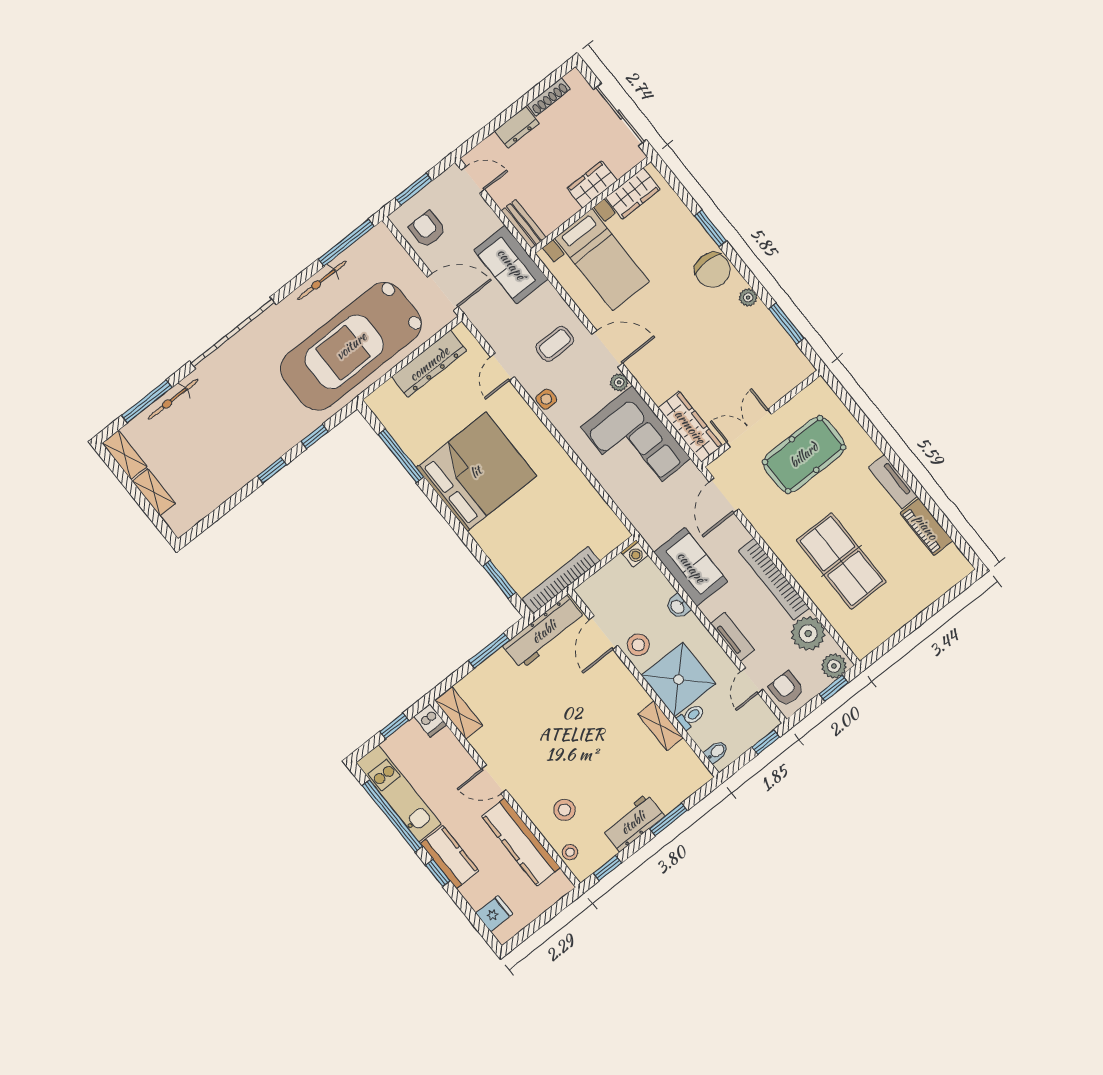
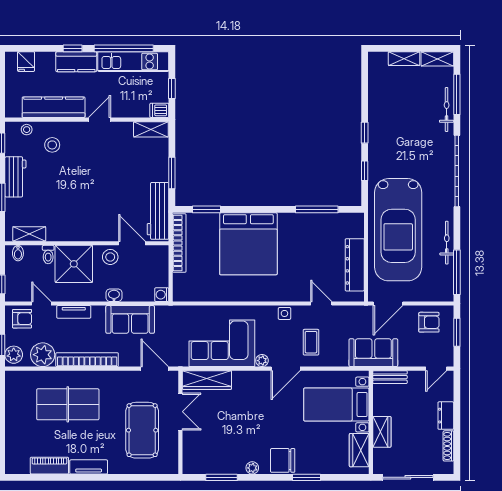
car: (351, 346) -> (398, 230), turned 180
bed: (476, 472) -> (248, 244), moved
shelving: (661, 726) -> (29, 234), moved

